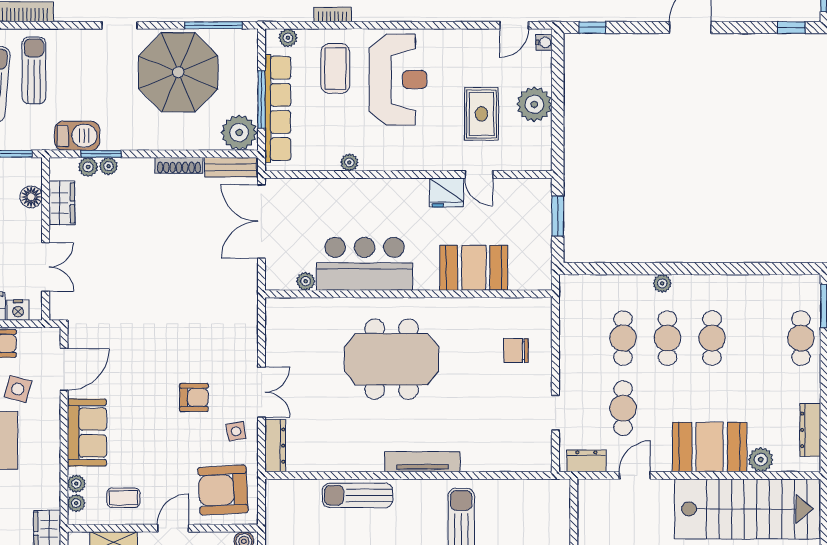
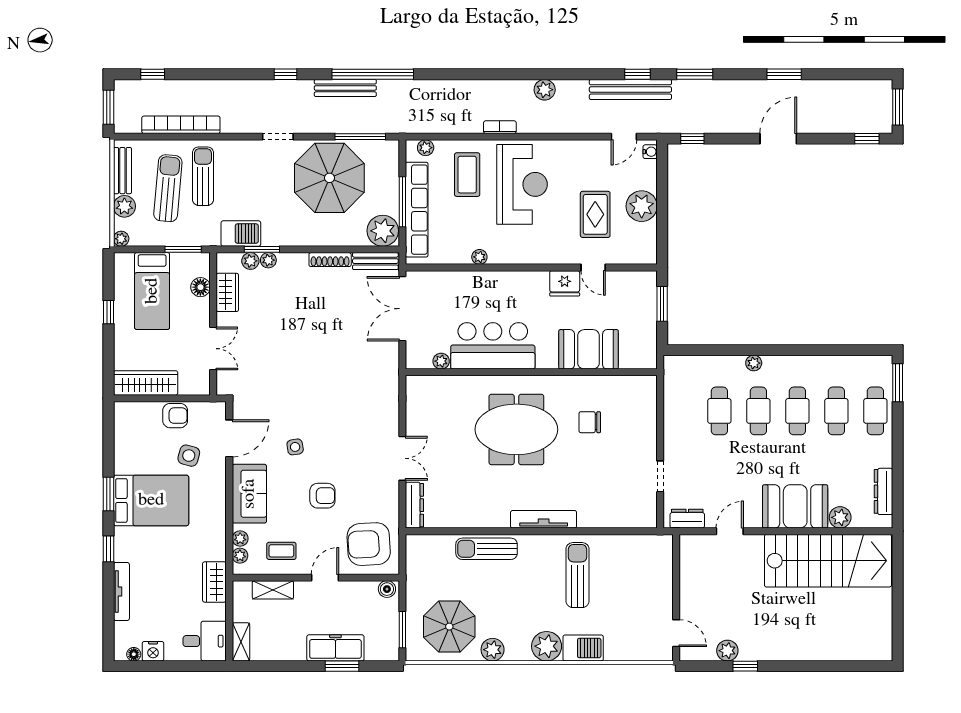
bookcase: (333, 14) -> (500, 127), moved
nightstand: (18, 310) -> (189, 386), removed
chair: (516, 350) -> (590, 422), moved
armchair: (194, 397) -> (322, 496), moved
cafe table: (623, 408) -> (836, 411), moved
side table: (236, 431) -> (295, 447), moved

